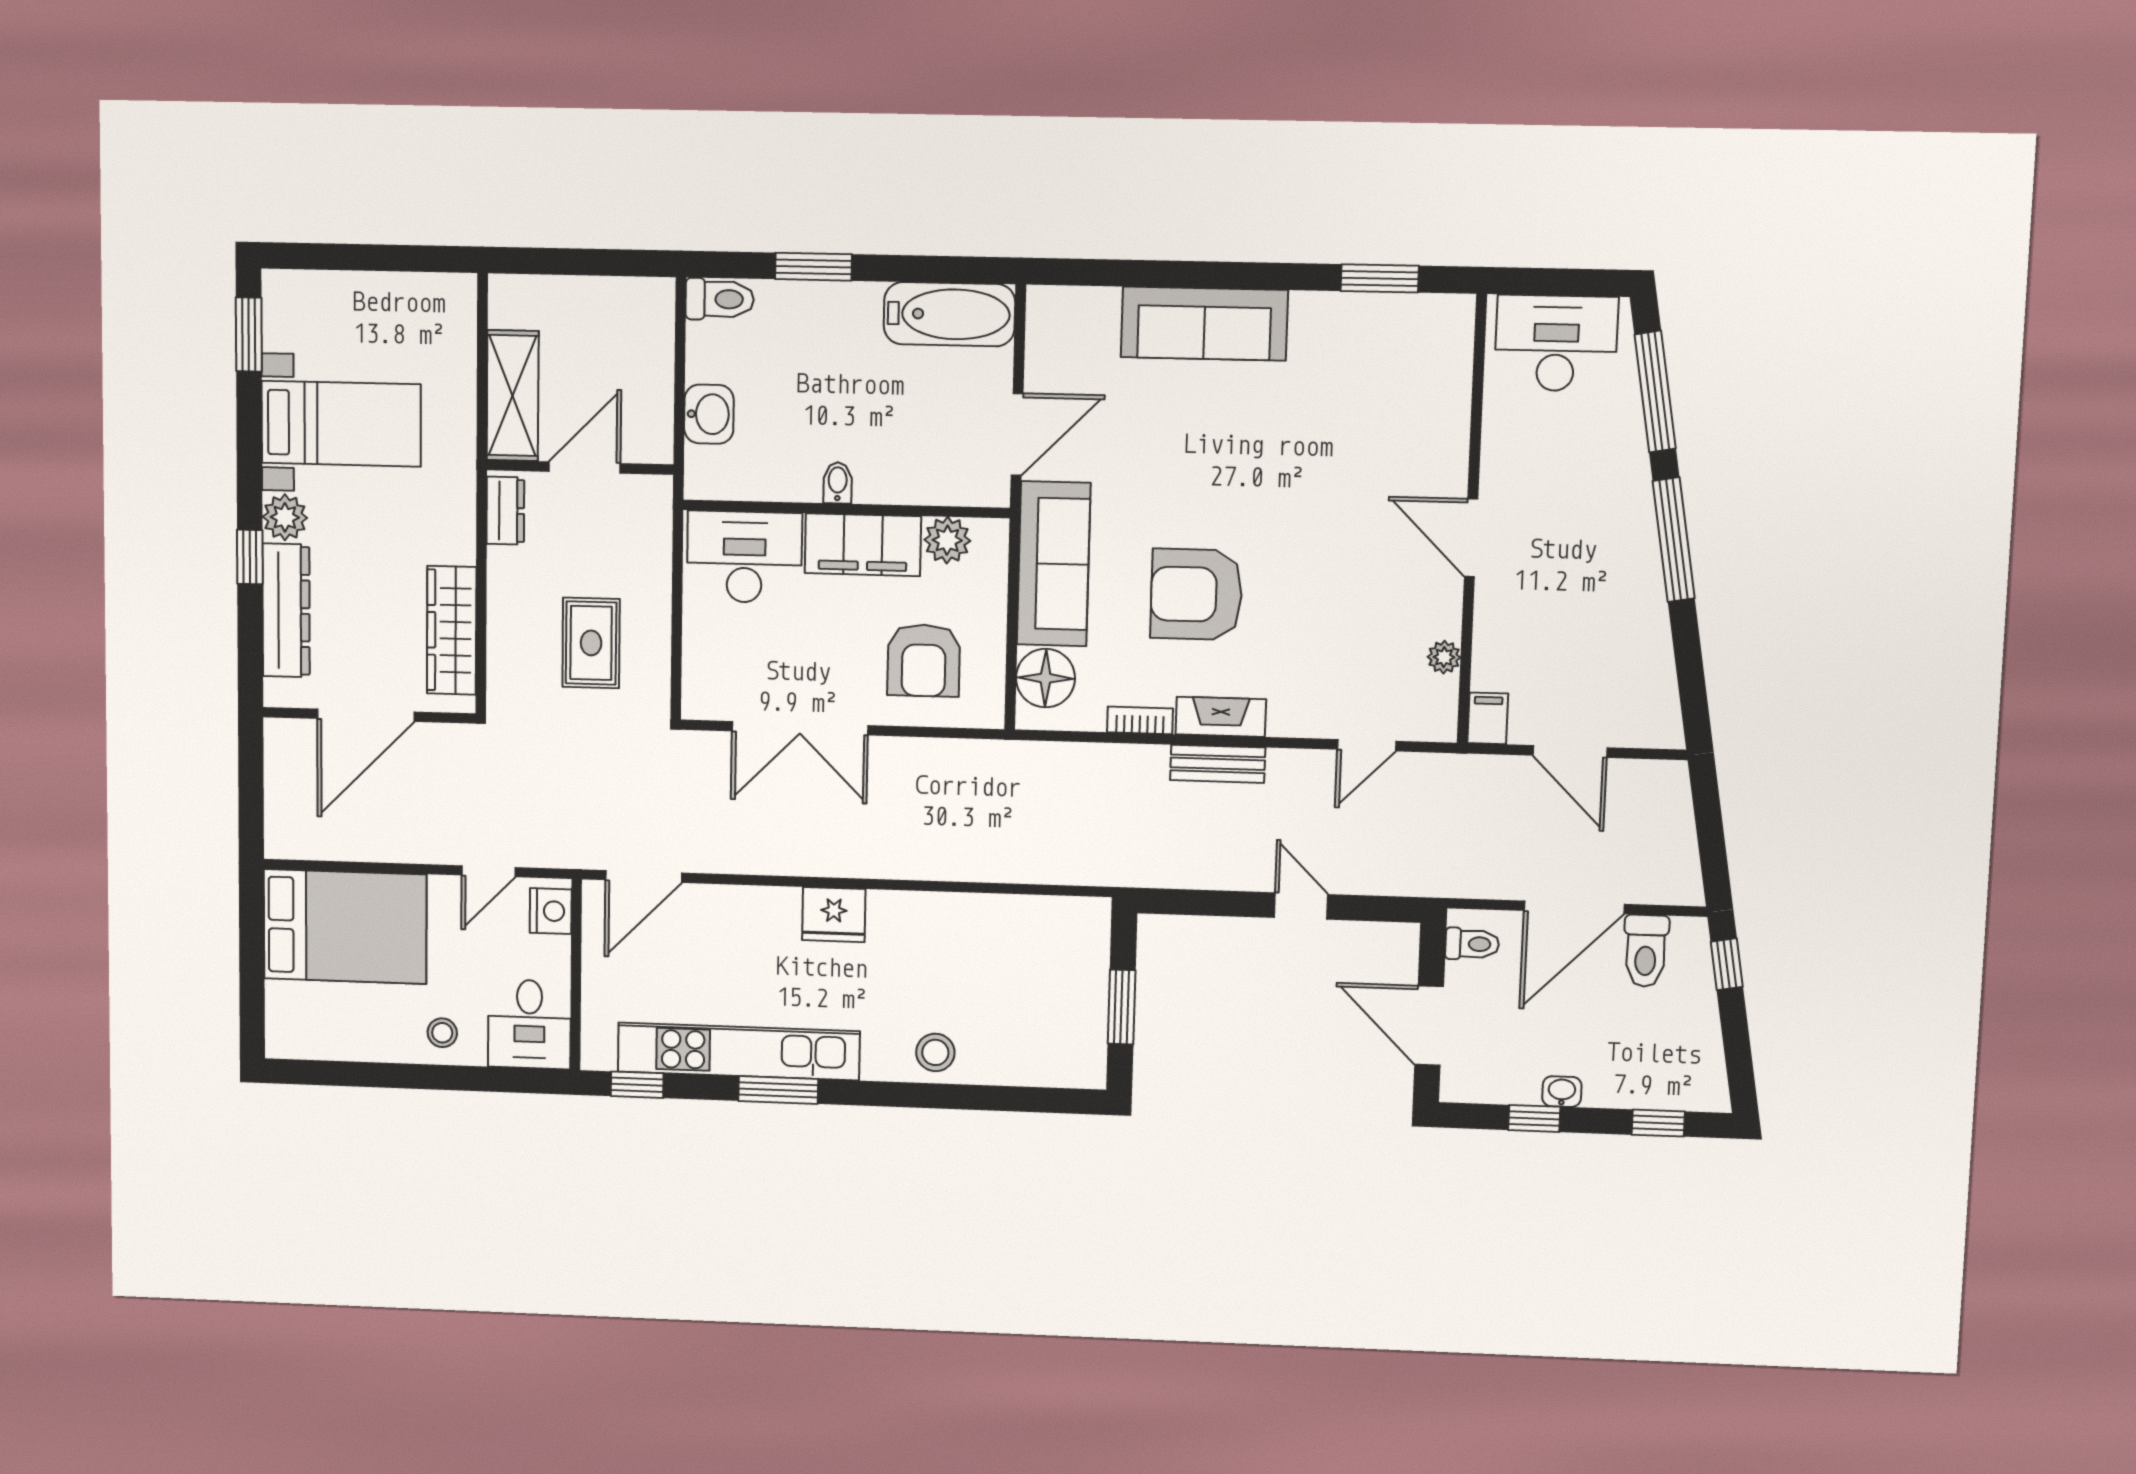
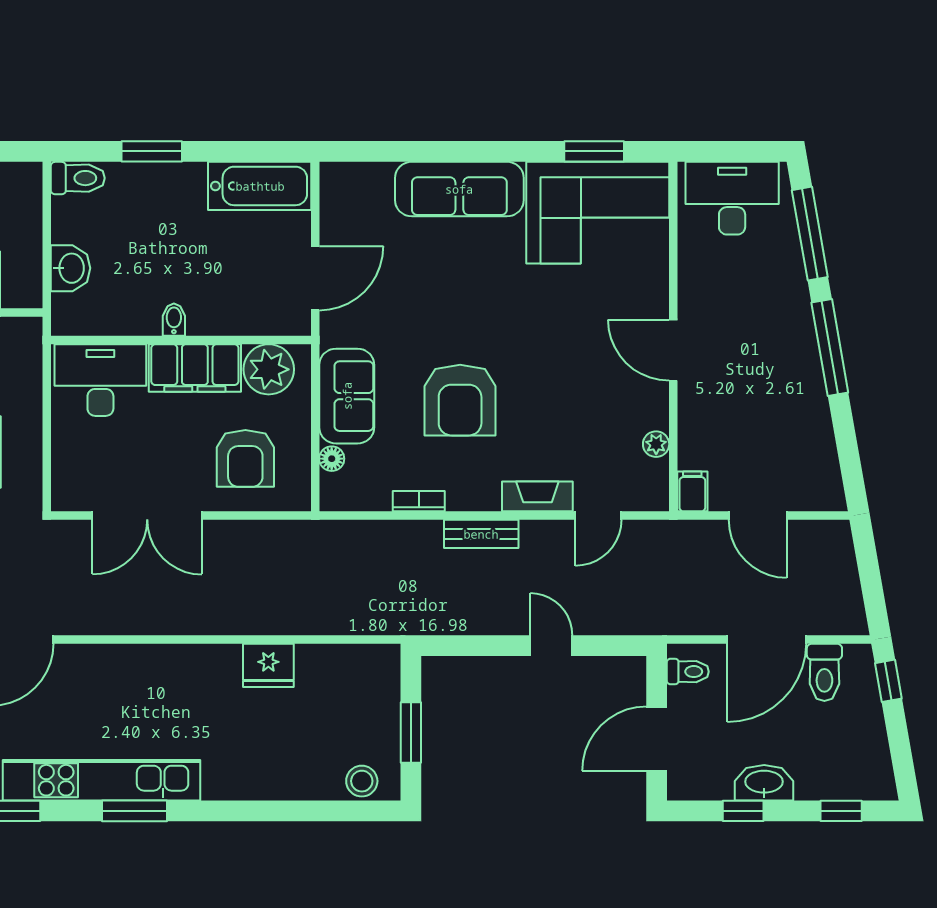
corner sofa: (1381, 358) -> (598, 213), added
plant: (947, 540) -> (269, 369), width x1.36, depth x1.36
sofa: (1054, 564) -> (347, 396), width x0.73
armchair: (1196, 594) -> (460, 400), turned -90
floor lamp: (1046, 678) -> (332, 459), width x0.53, depth x0.53
fireplace: (1221, 717) -> (537, 496), moved
fridge: (834, 915) -> (268, 665), moved
door: (1429, 1026) -> (657, 739), hinge flipped
stool: (935, 1052) -> (362, 781), moved
washbasin: (1562, 1092) -> (764, 783), width x1.91, depth x1.45

